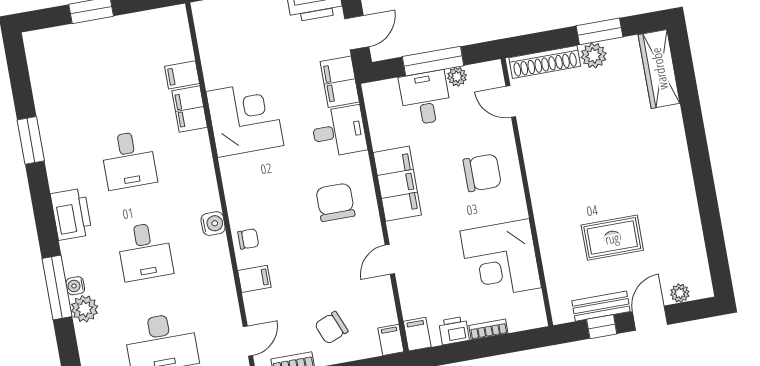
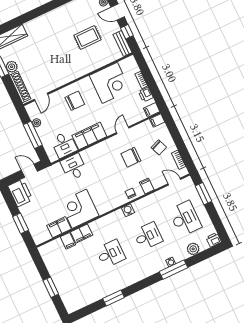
filing cabinet: (340, 82) -> (59, 227), moved, turned 180
desk: (425, 98) -> (64, 145), moved, turned -90
chair: (482, 173) -> (75, 101), turned 90
chair: (335, 202) -> (131, 157), moved
printer: (71, 214) -> (140, 272), removed
rug: (612, 238) -> (88, 38), turned 90
door: (390, 259) -> (123, 130), swing flipped
bench: (601, 306) -> (122, 44), moved
plant: (85, 309) -> (193, 249), moved

